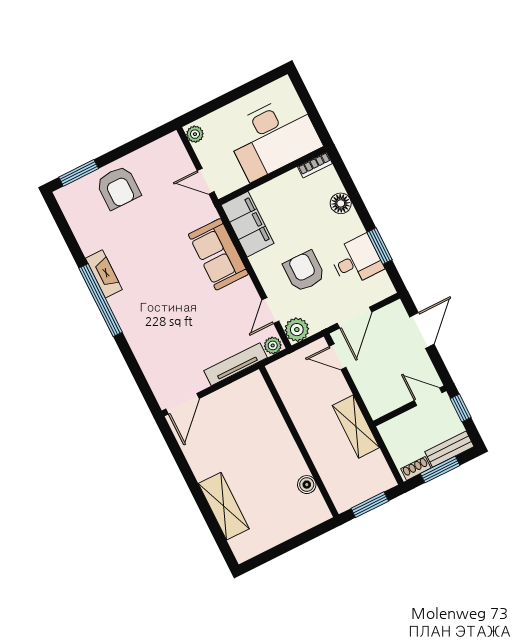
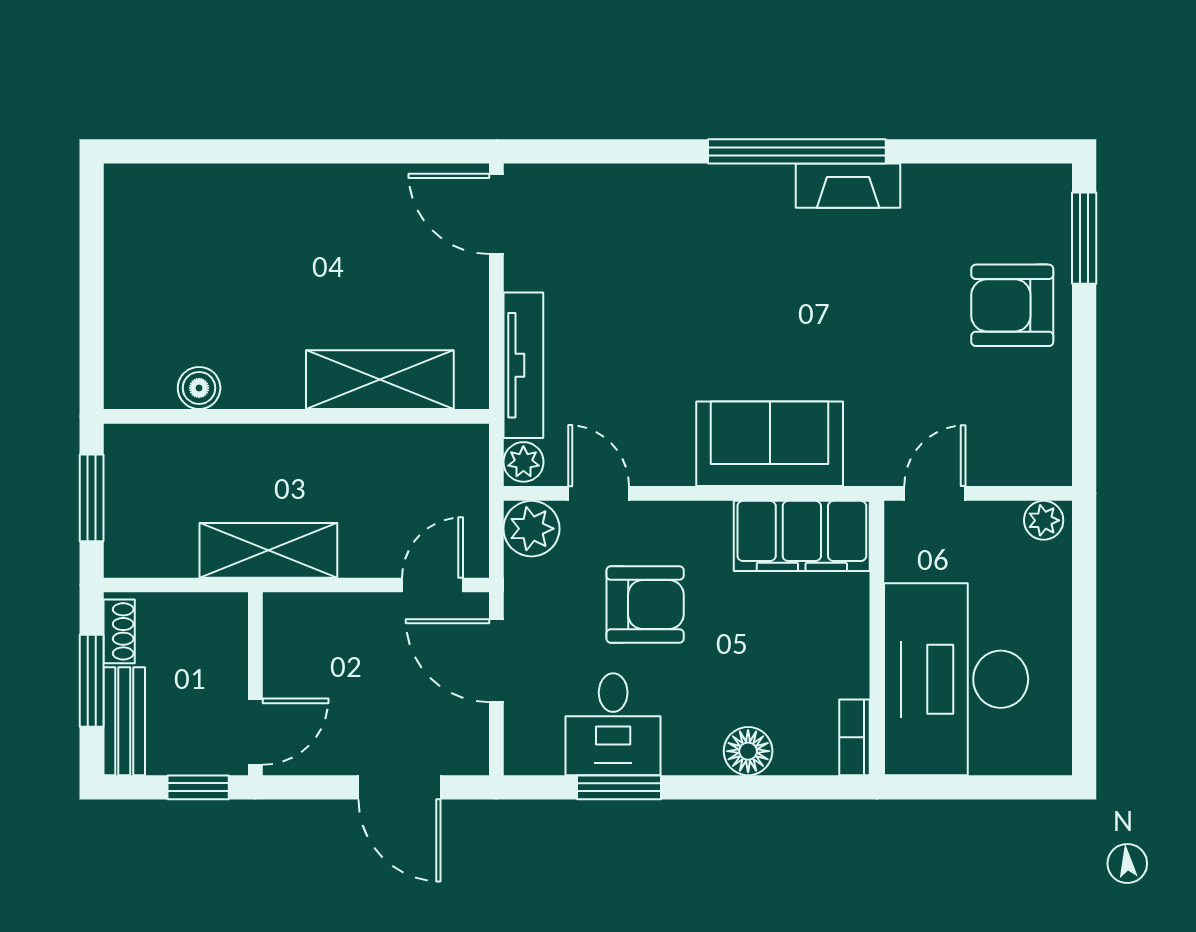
shelving: (224, 506) -> (380, 380), moved

